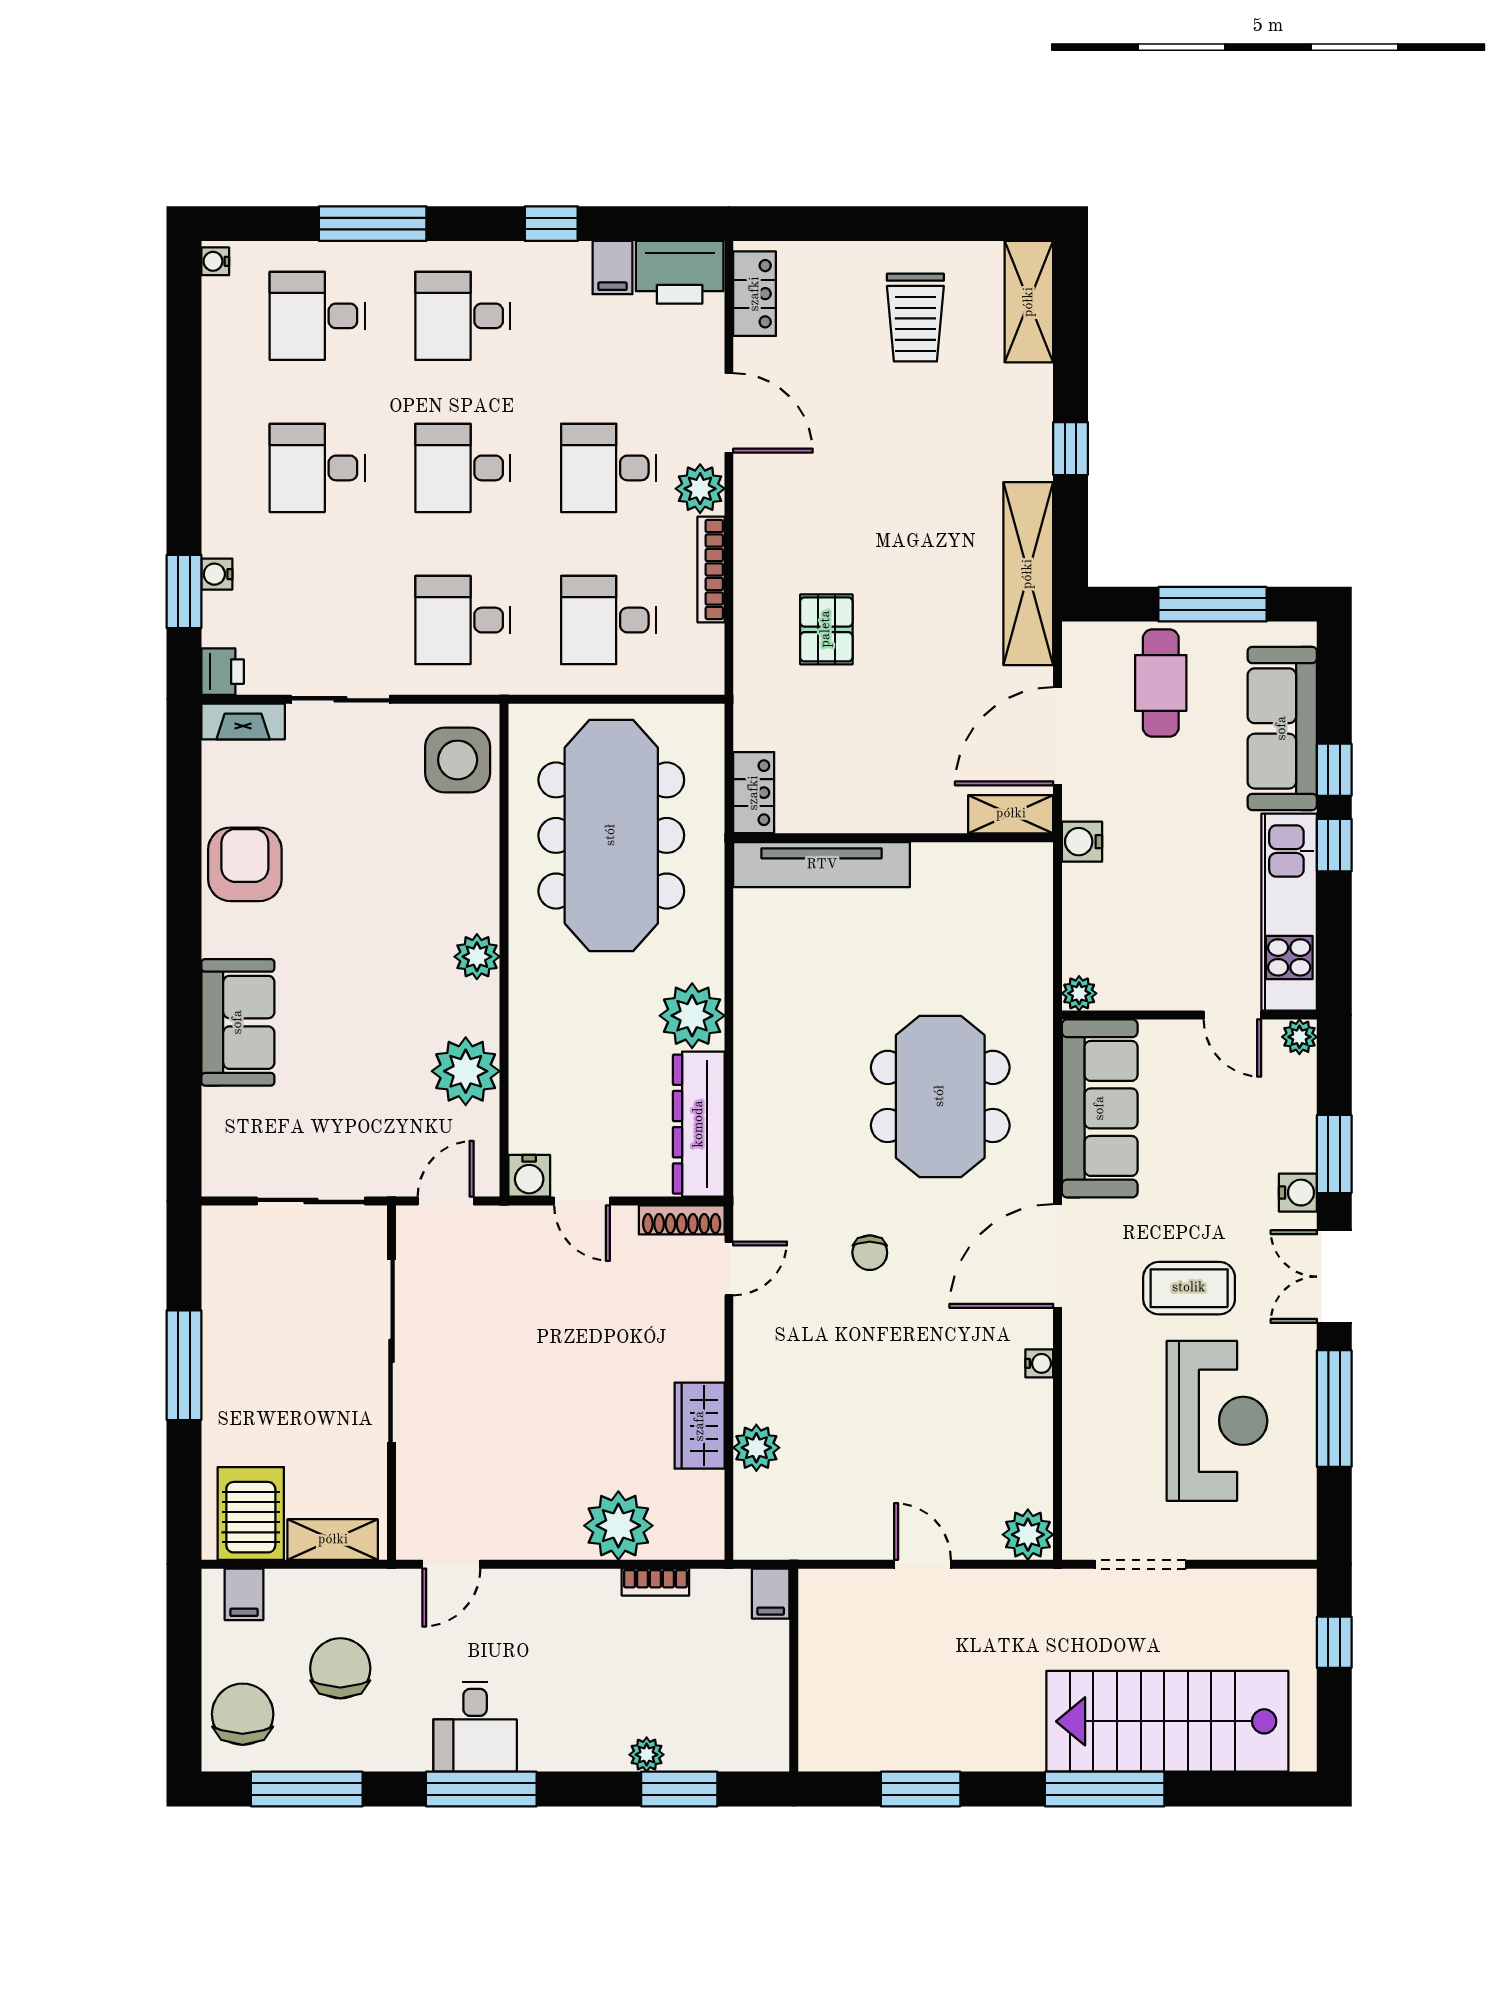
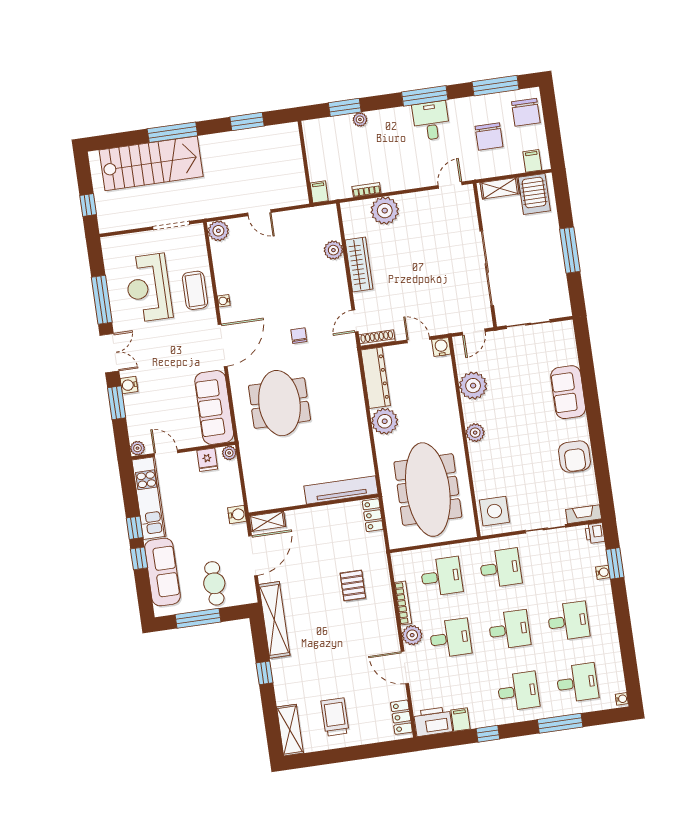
fridge: (1135, 984) -> (207, 460), added
coffee table: (1189, 1288) -> (195, 290), moved, turned 90
wardrobe: (700, 1426) -> (359, 264), width x1.50

